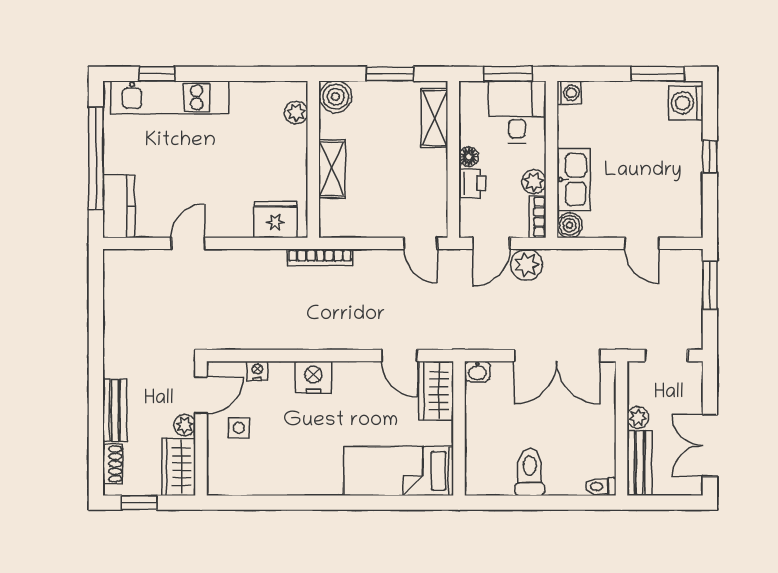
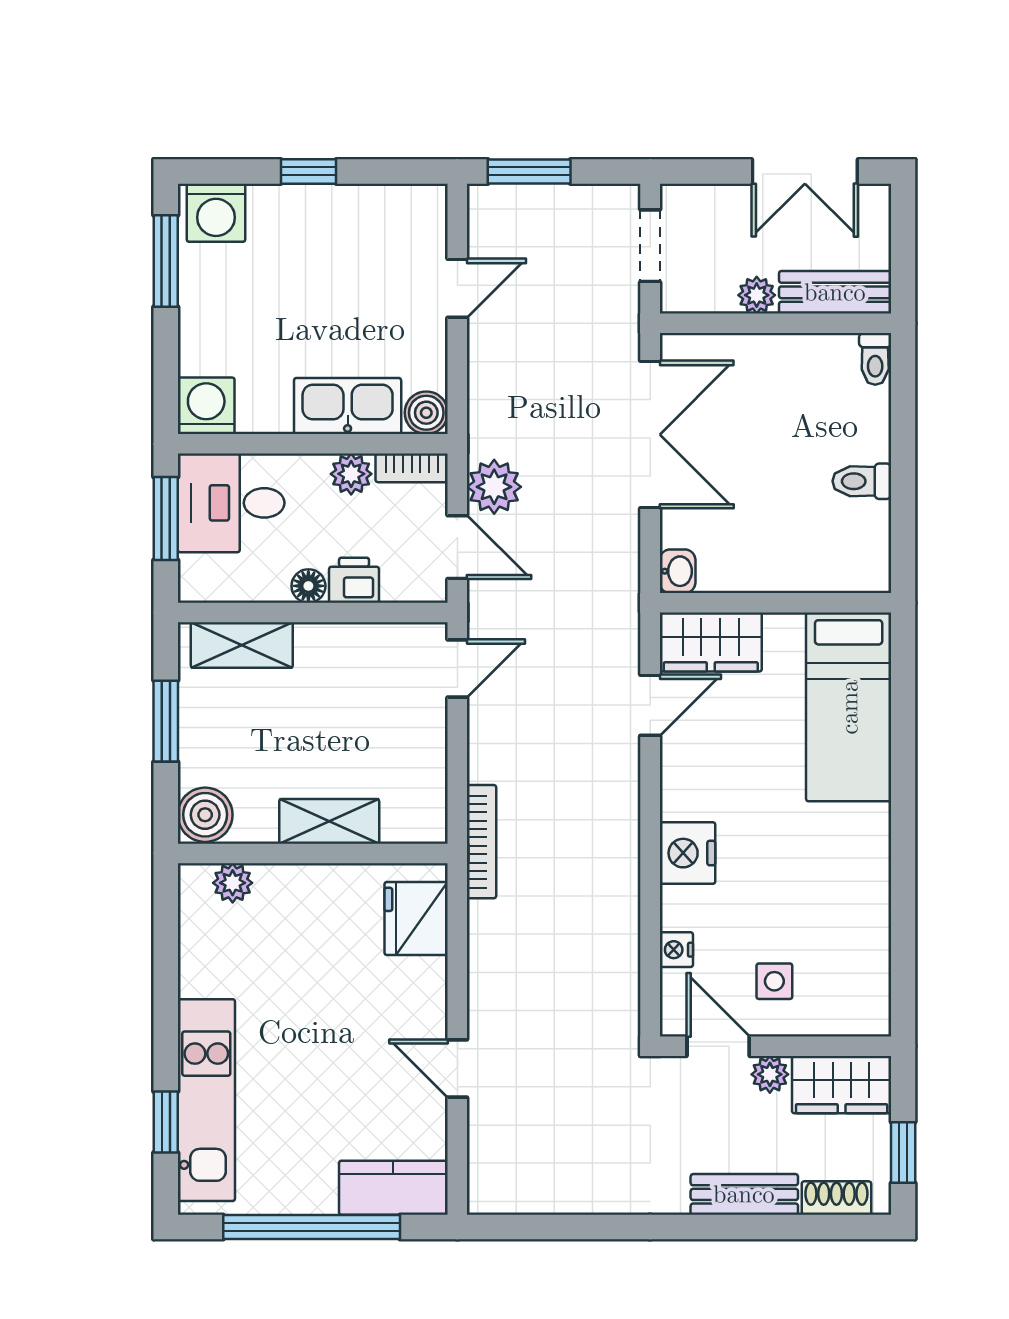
washing machine: (569, 93) -> (206, 406), width x1.38, depth x1.38
toilet: (530, 472) -> (862, 481), width x0.73, depth x0.72

